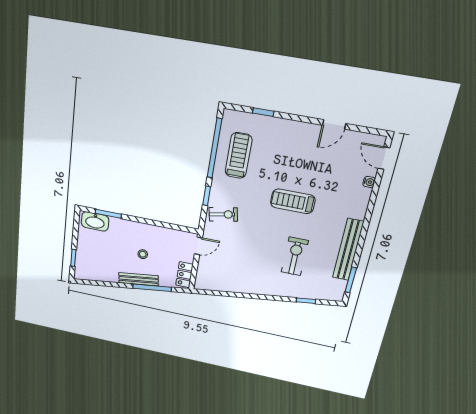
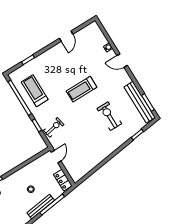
door: (384, 158) -> (122, 61), moved
bench: (348, 250) -> (140, 102), moved

